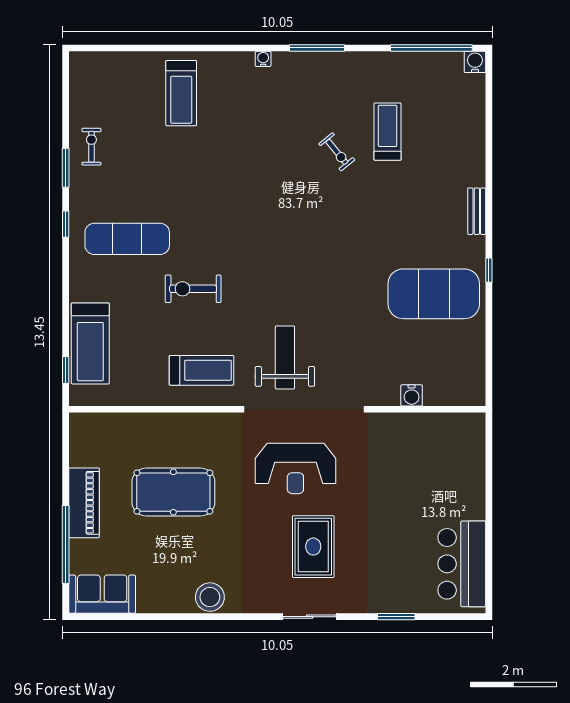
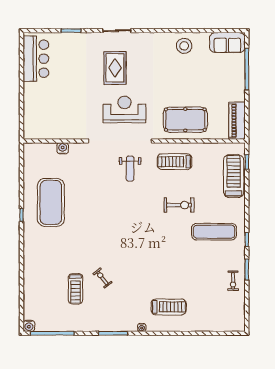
treadmill: (181, 93) -> (169, 307), moved, turned 90
bench: (477, 211) -> (28, 246), removed
exercise mat: (434, 294) -> (51, 202), turned 90
weight bench: (285, 357) -> (130, 169), width x0.73, depth x0.75
pool table: (173, 492) -> (185, 120), moved
piano: (84, 503) -> (237, 121), moved
stool: (210, 597) -> (184, 46), moved

